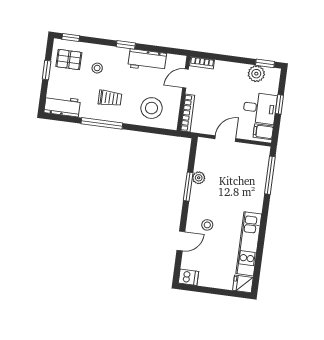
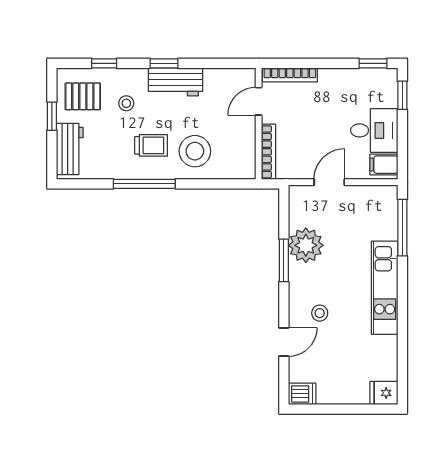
window: (71, 37) -> (104, 63), moved
workbench: (147, 60) -> (176, 82), moved
bookcase: (202, 63) -> (290, 75), width x1.56
plant: (256, 74) -> (362, 80), removed
window: (279, 104) -> (402, 95), moved
workbench: (62, 106) -> (70, 149), moved, turned 90
stool: (151, 108) -> (195, 151), moved
plant: (199, 178) -> (306, 245), width x1.88, depth x1.88
kitchen unit: (249, 244) -> (385, 288), moved

